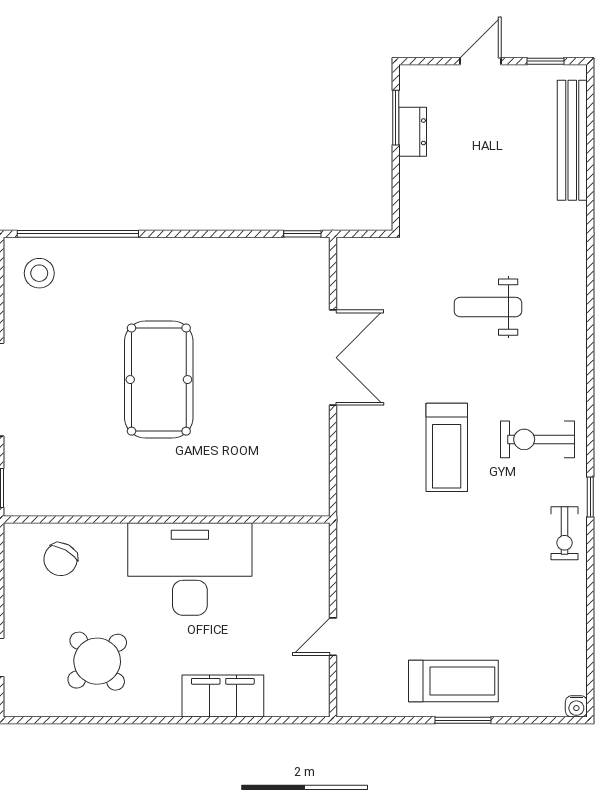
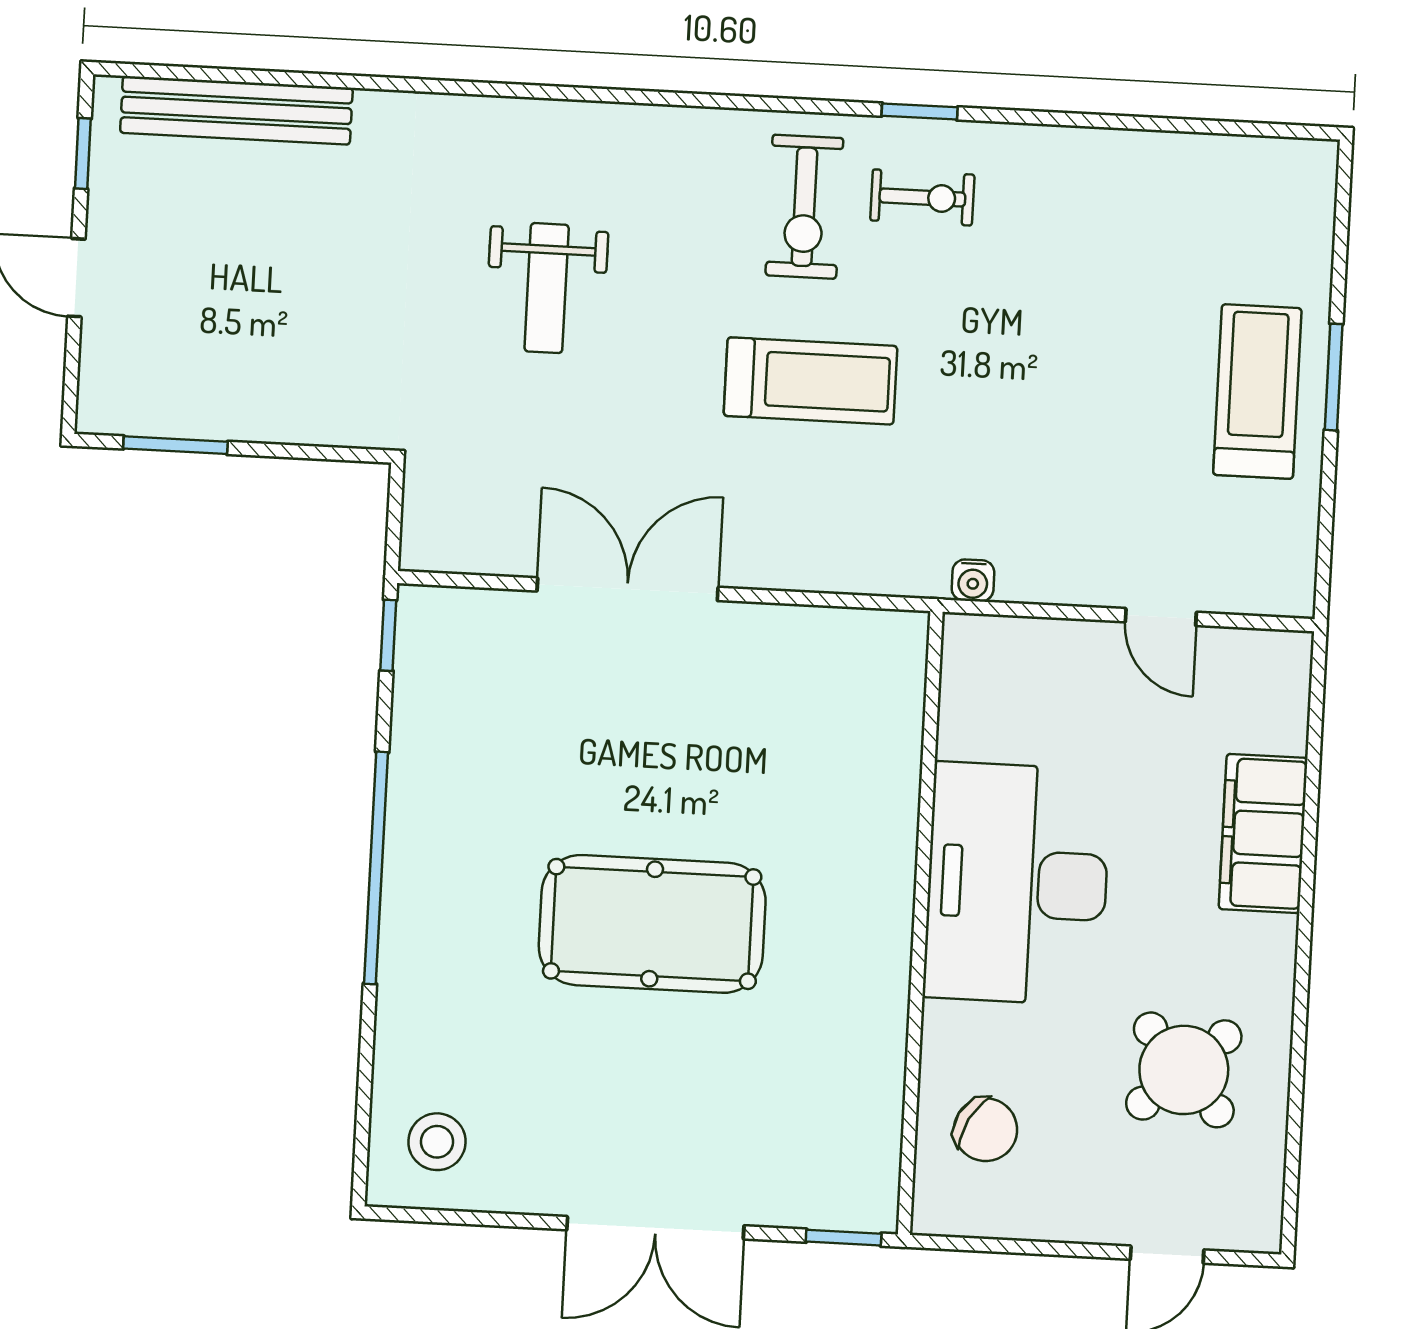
dresser: (413, 132) -> (204, 414), removed
window: (78, 234) -> (376, 868), moved
exercise bike: (564, 533) -> (922, 197), moved
water cooler: (576, 706) -> (973, 580), moved, turned 90

